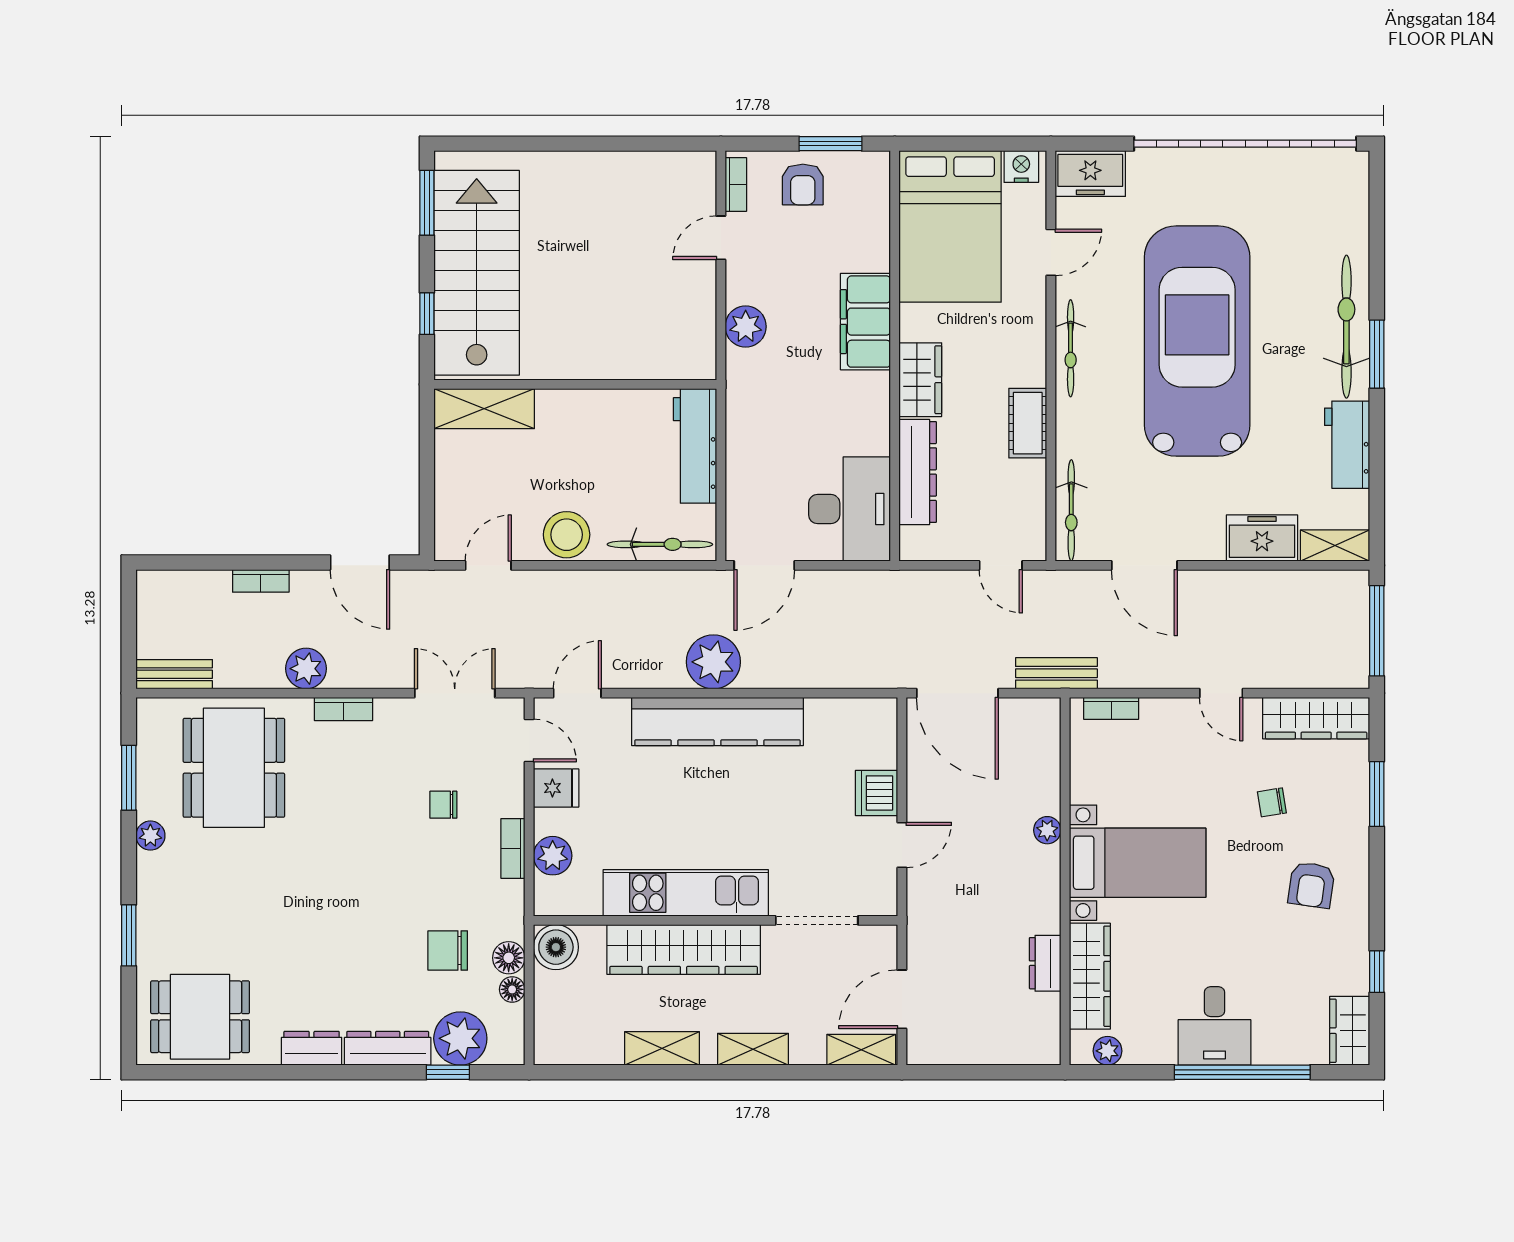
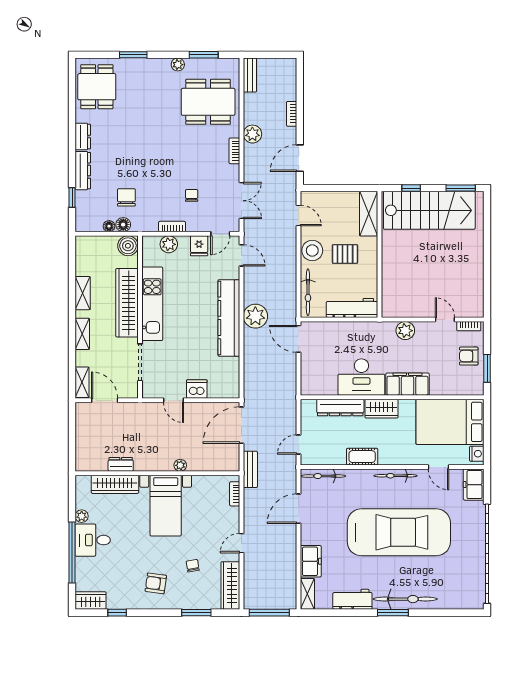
pallet: (574, 461) -> (345, 254), added
desk: (850, 509) -> (361, 377), moved
plant: (460, 1038) -> (87, 203), removed
plant: (1108, 1051) -> (82, 516), moved

